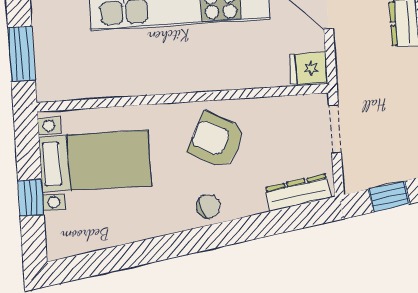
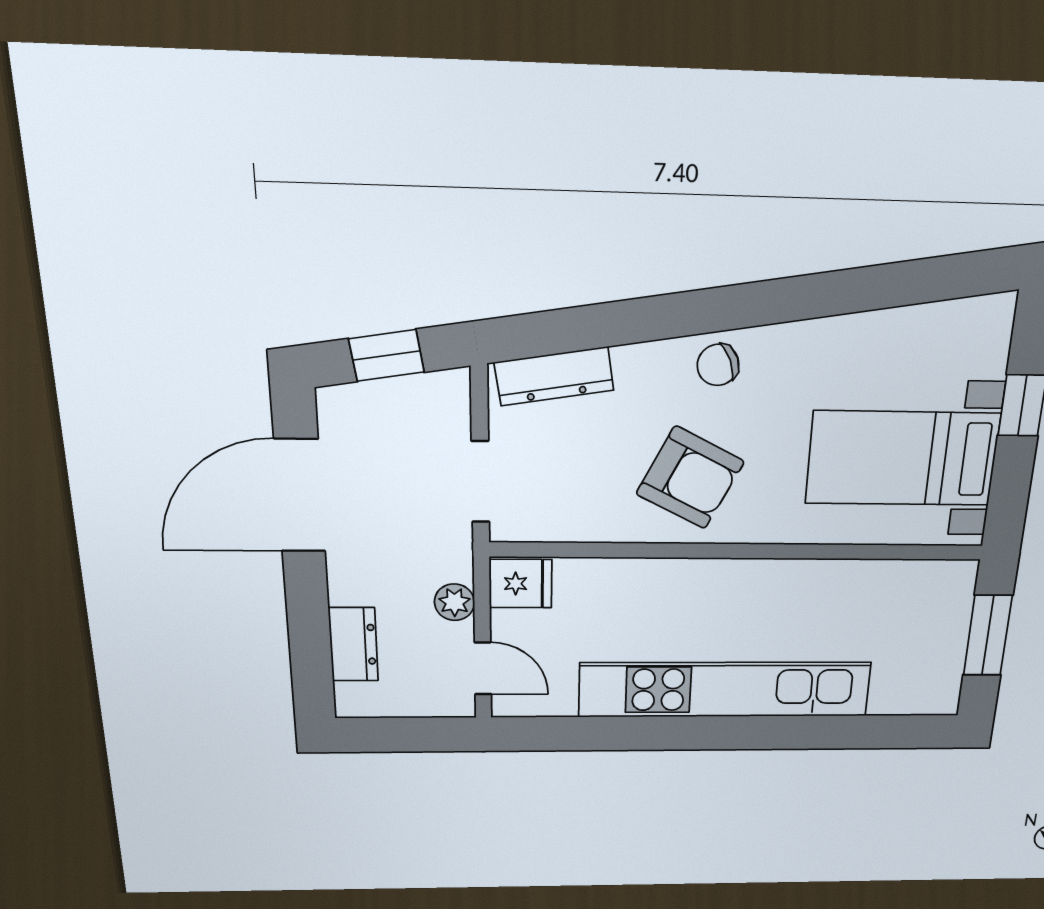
plant: (346, 54) -> (454, 602), added

